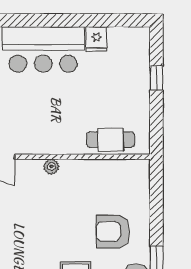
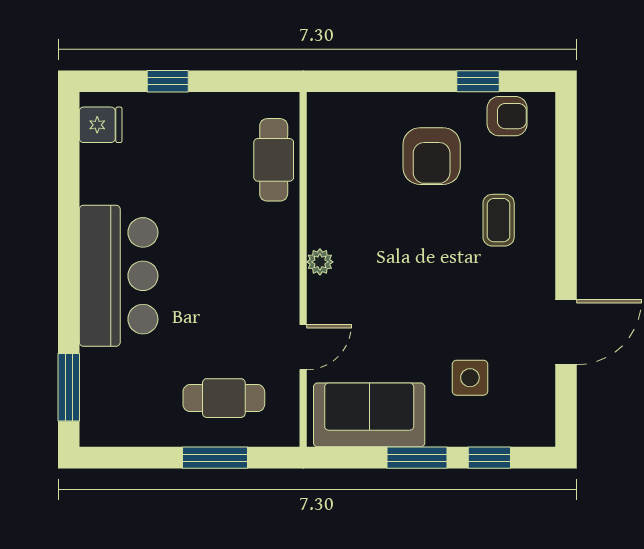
fridge: (96, 39) -> (101, 125), moved

